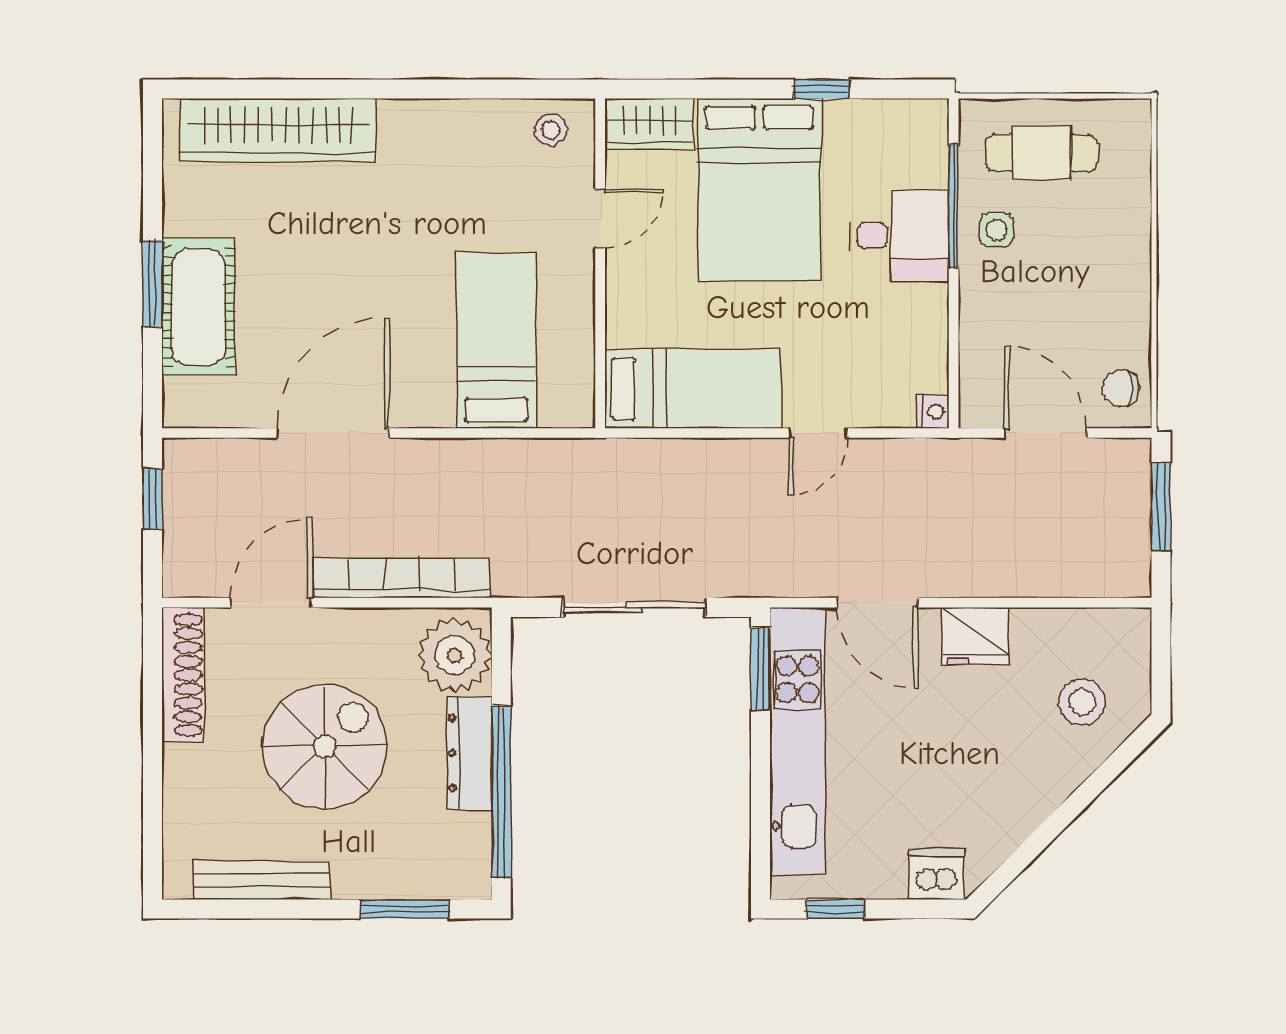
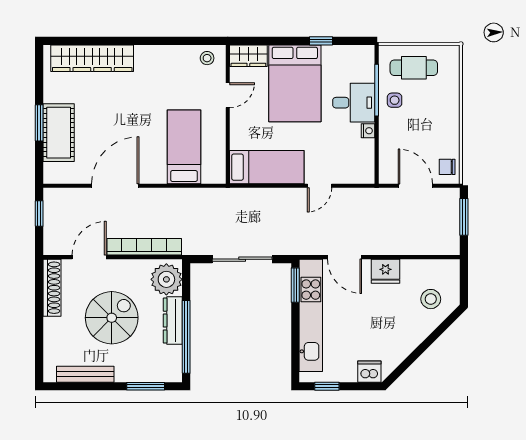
nightstand: (933, 412) -> (368, 131), moved

